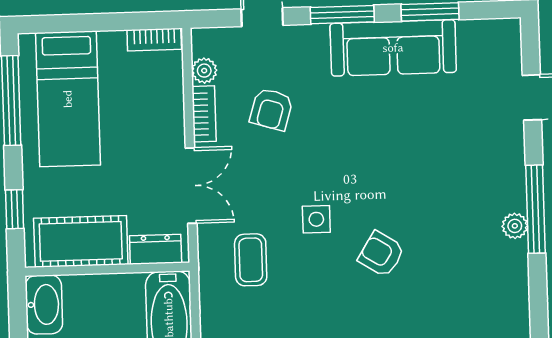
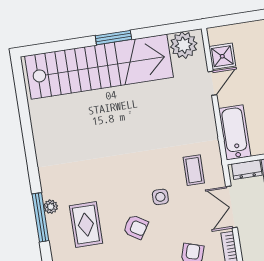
rug: (456, 186) -> (86, 225), added
armchair: (381, 254) -> (136, 227), moved

